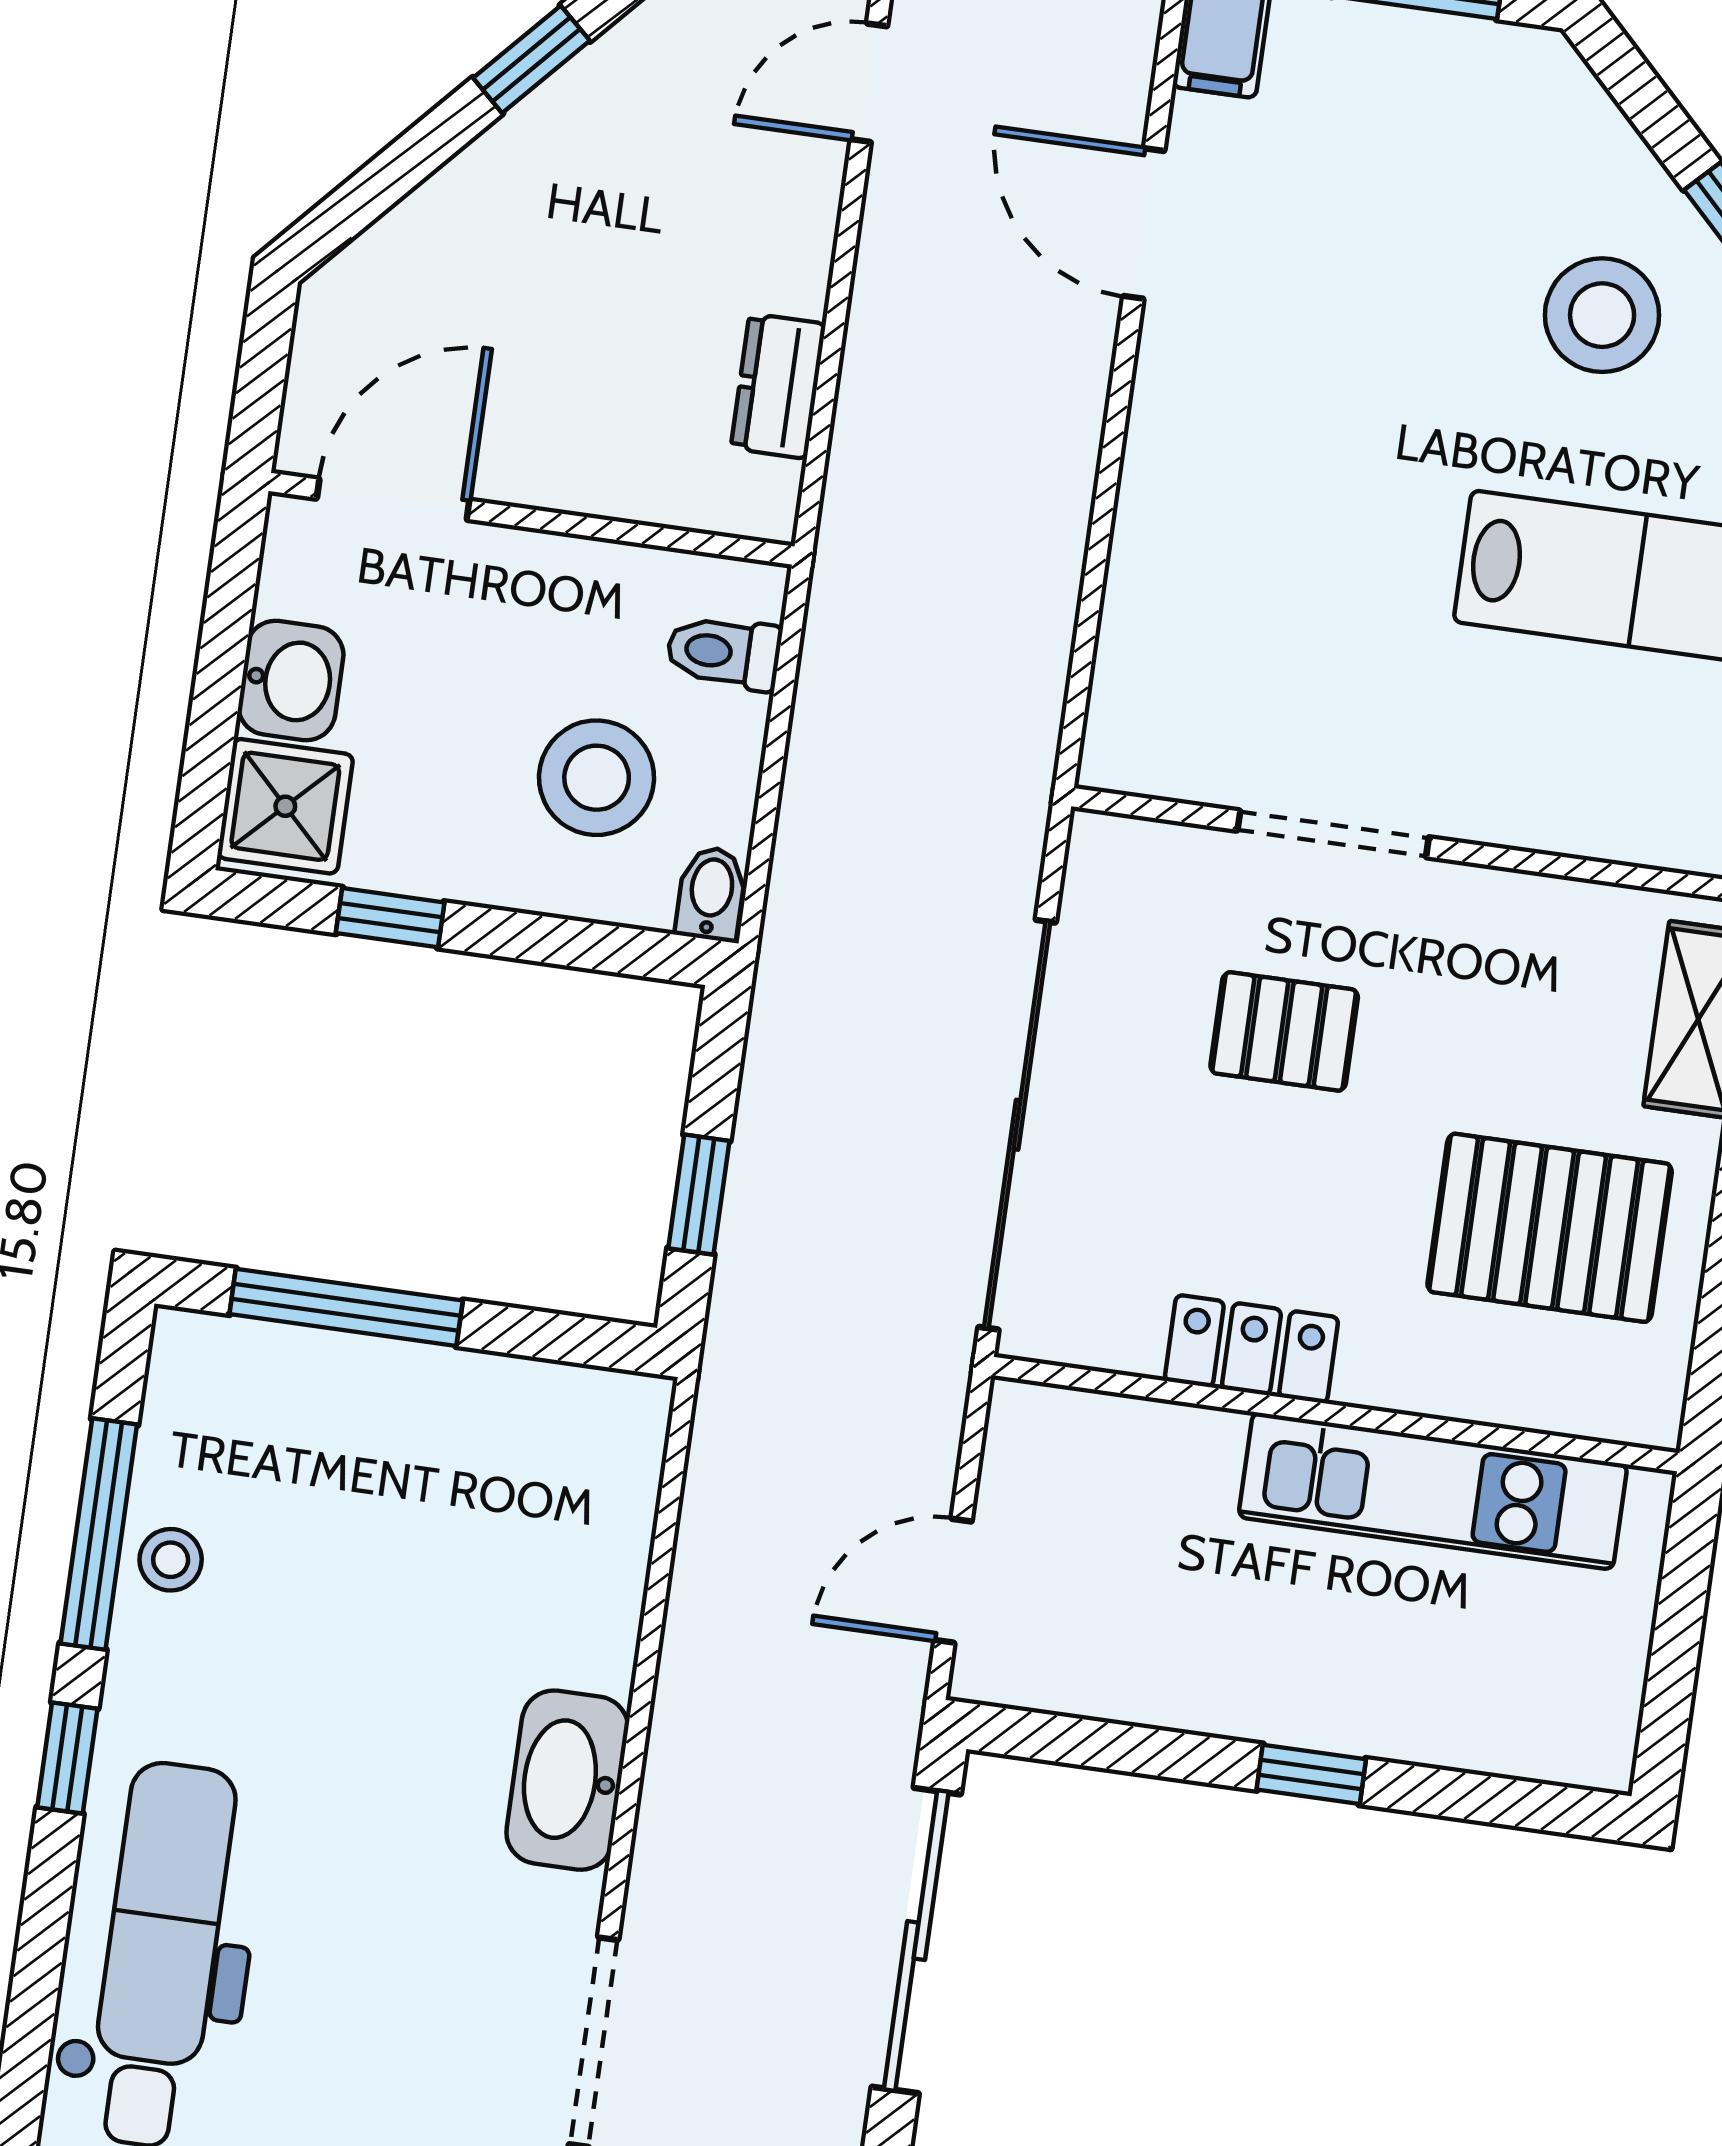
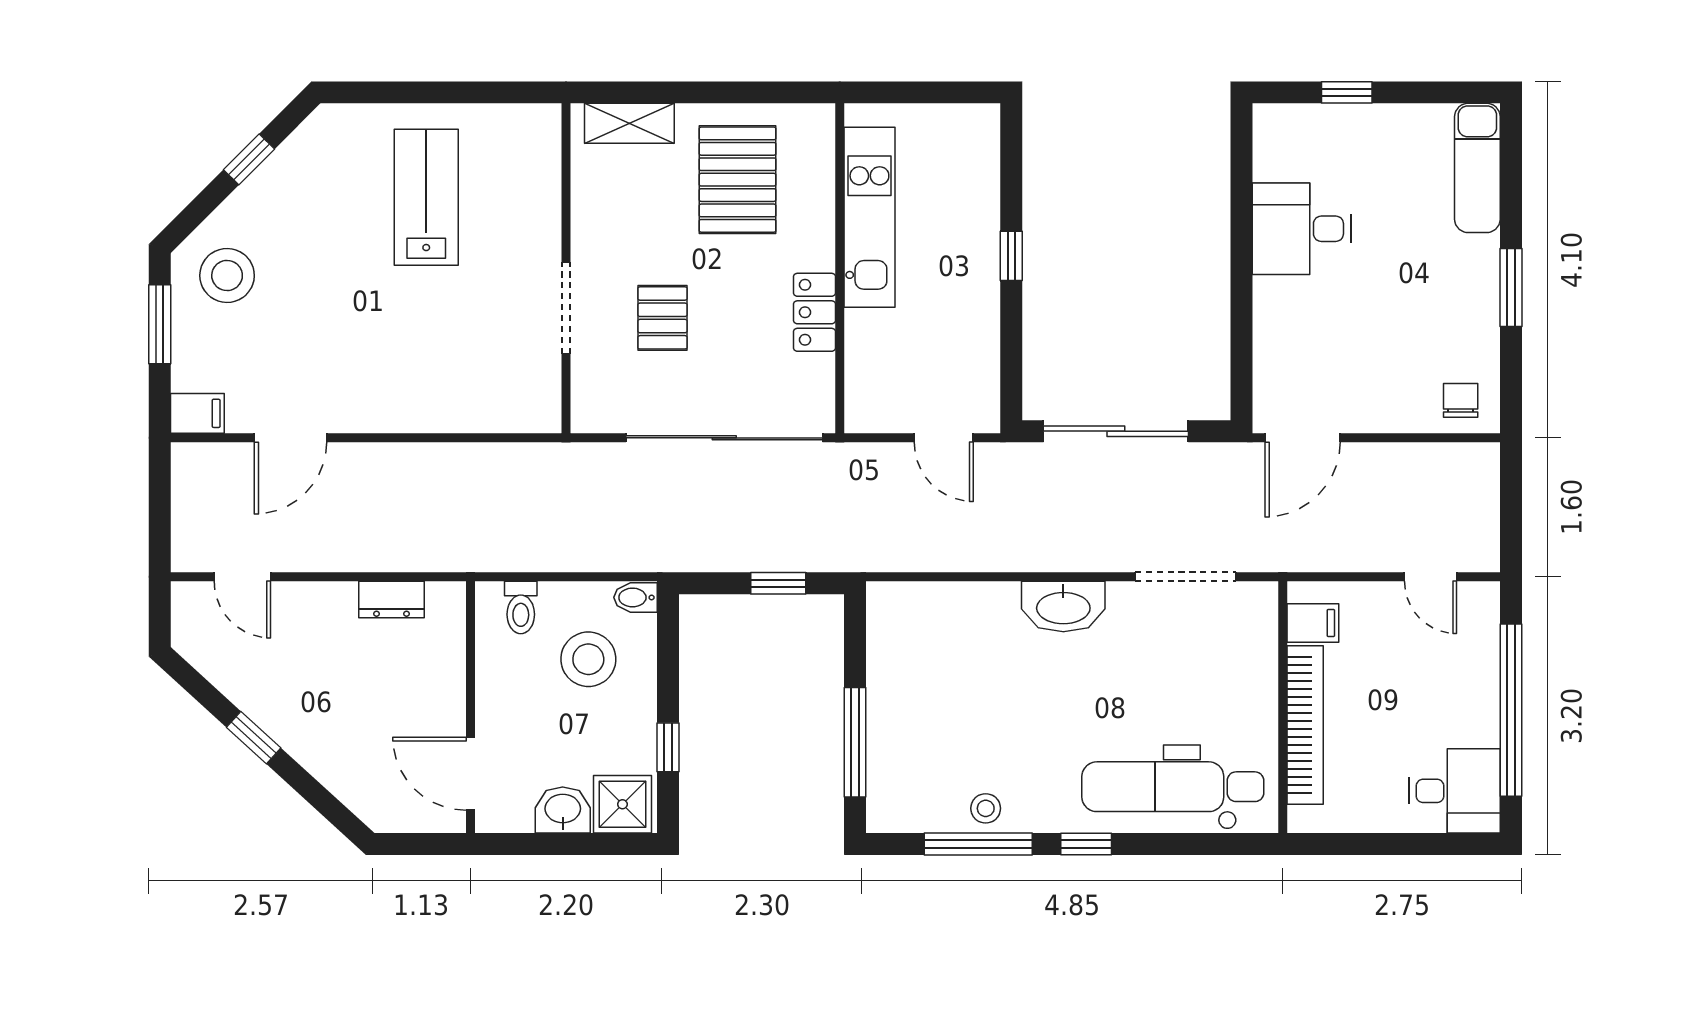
stool: (1602, 315) -> (227, 276), moved

